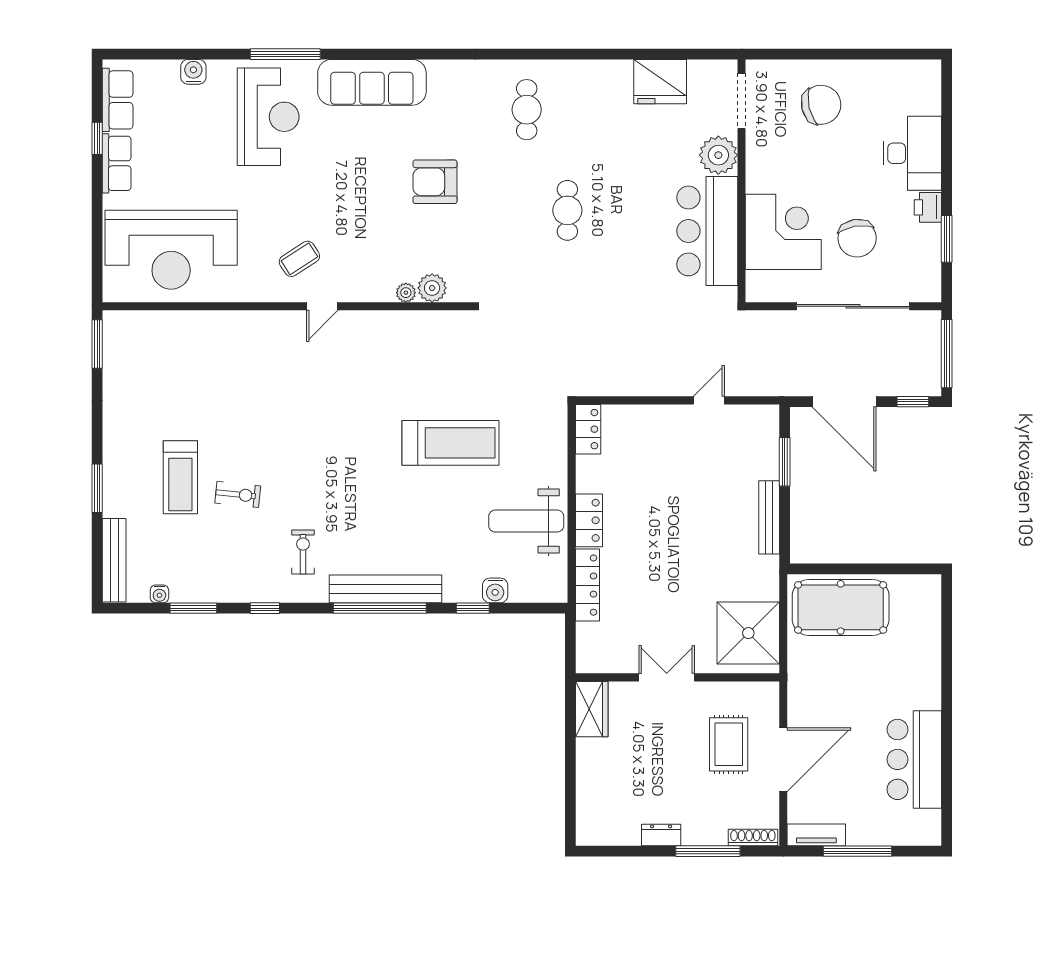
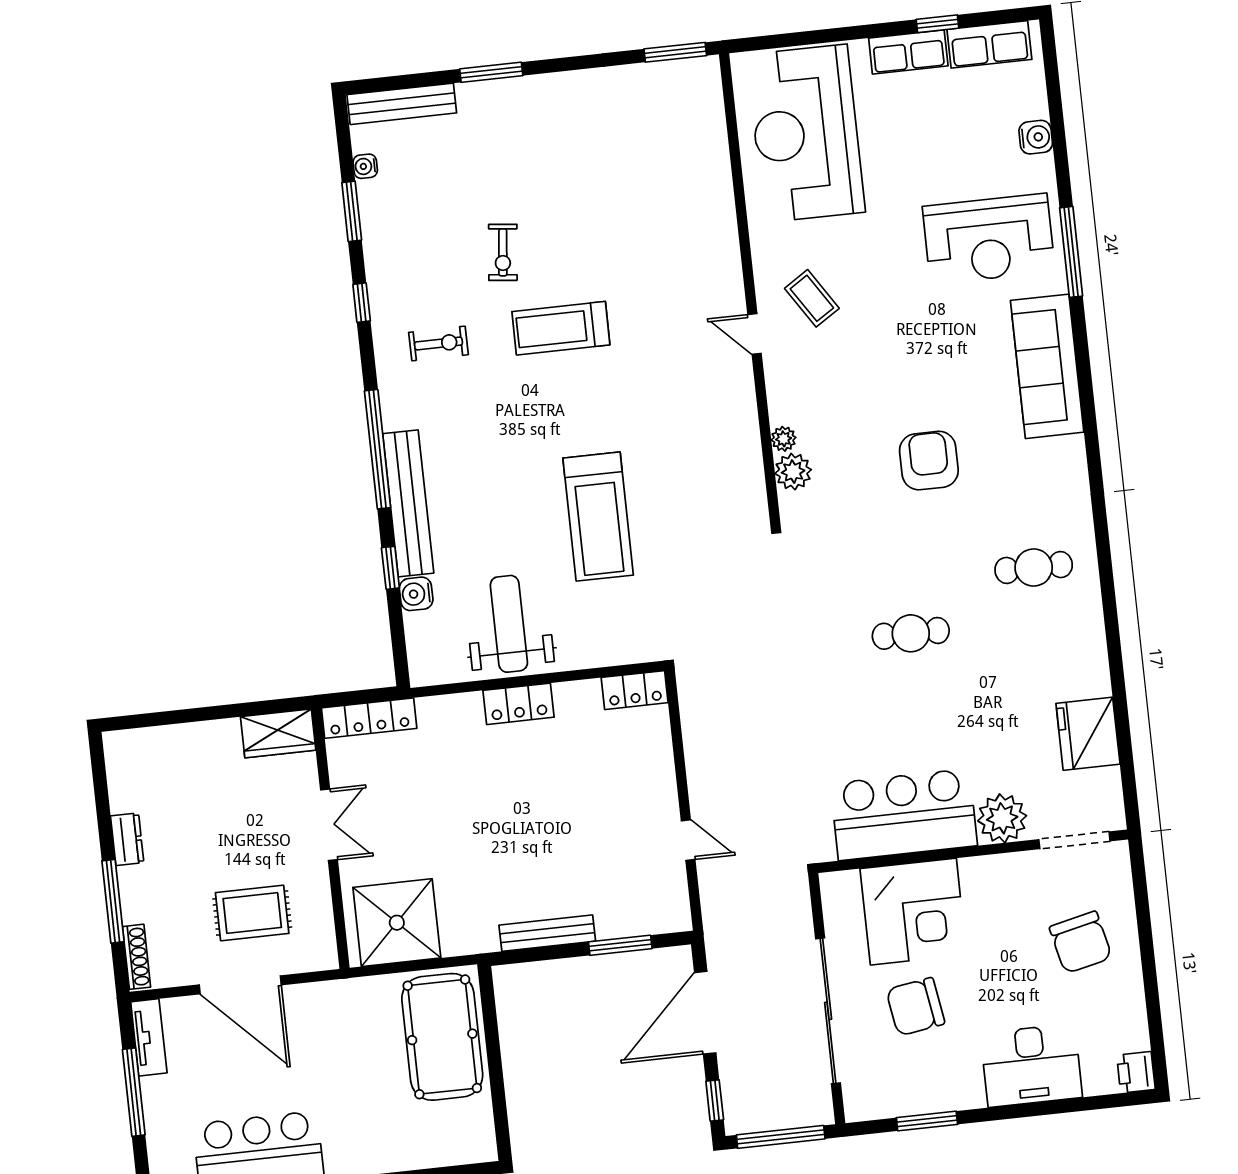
printer: (928, 207) -> (1136, 1072), moved, turned -90
treadmill: (180, 477) -> (561, 328), moved
locker: (588, 585) -> (369, 718), moved
bench: (386, 589) -> (408, 503), moved

